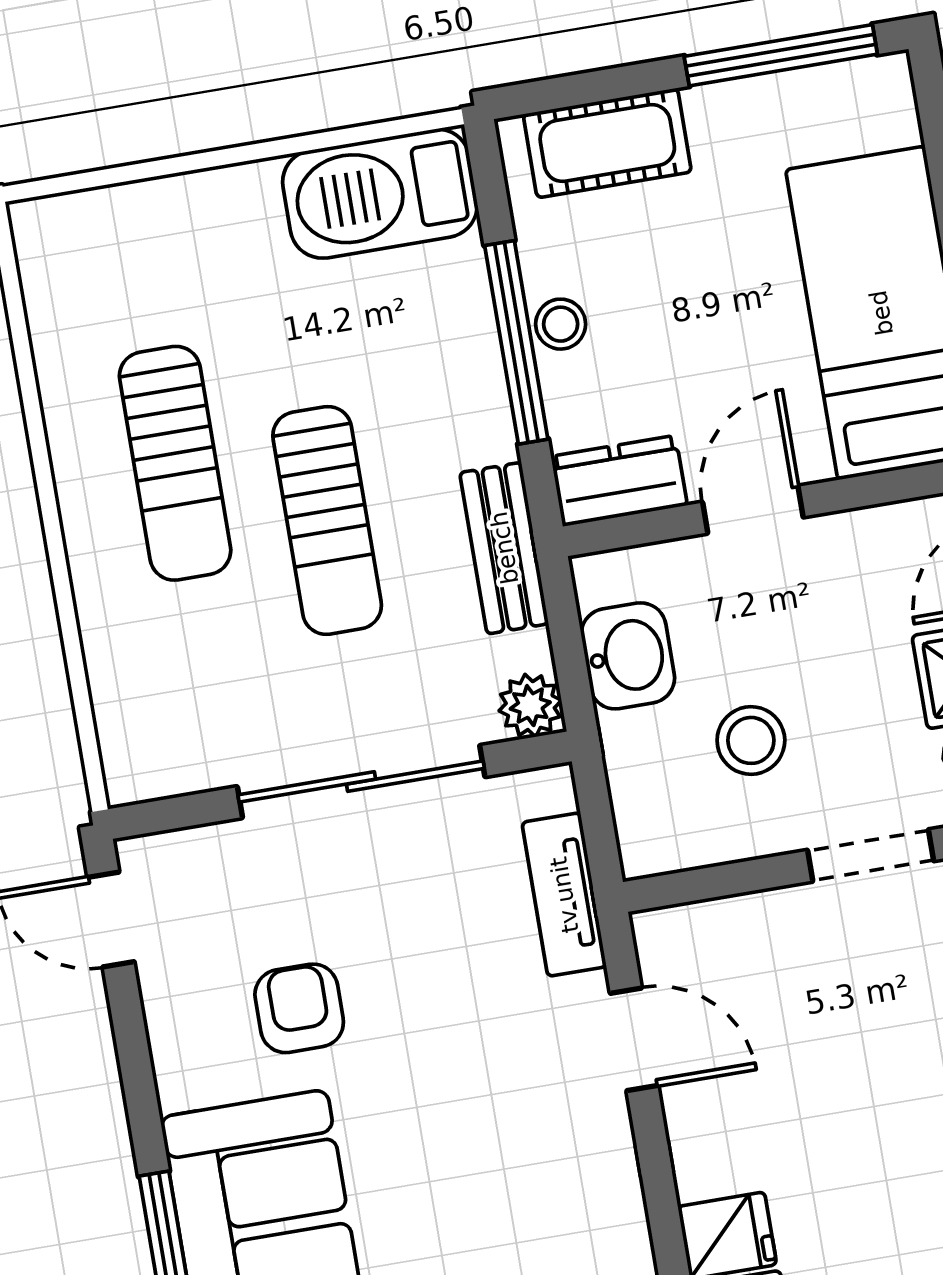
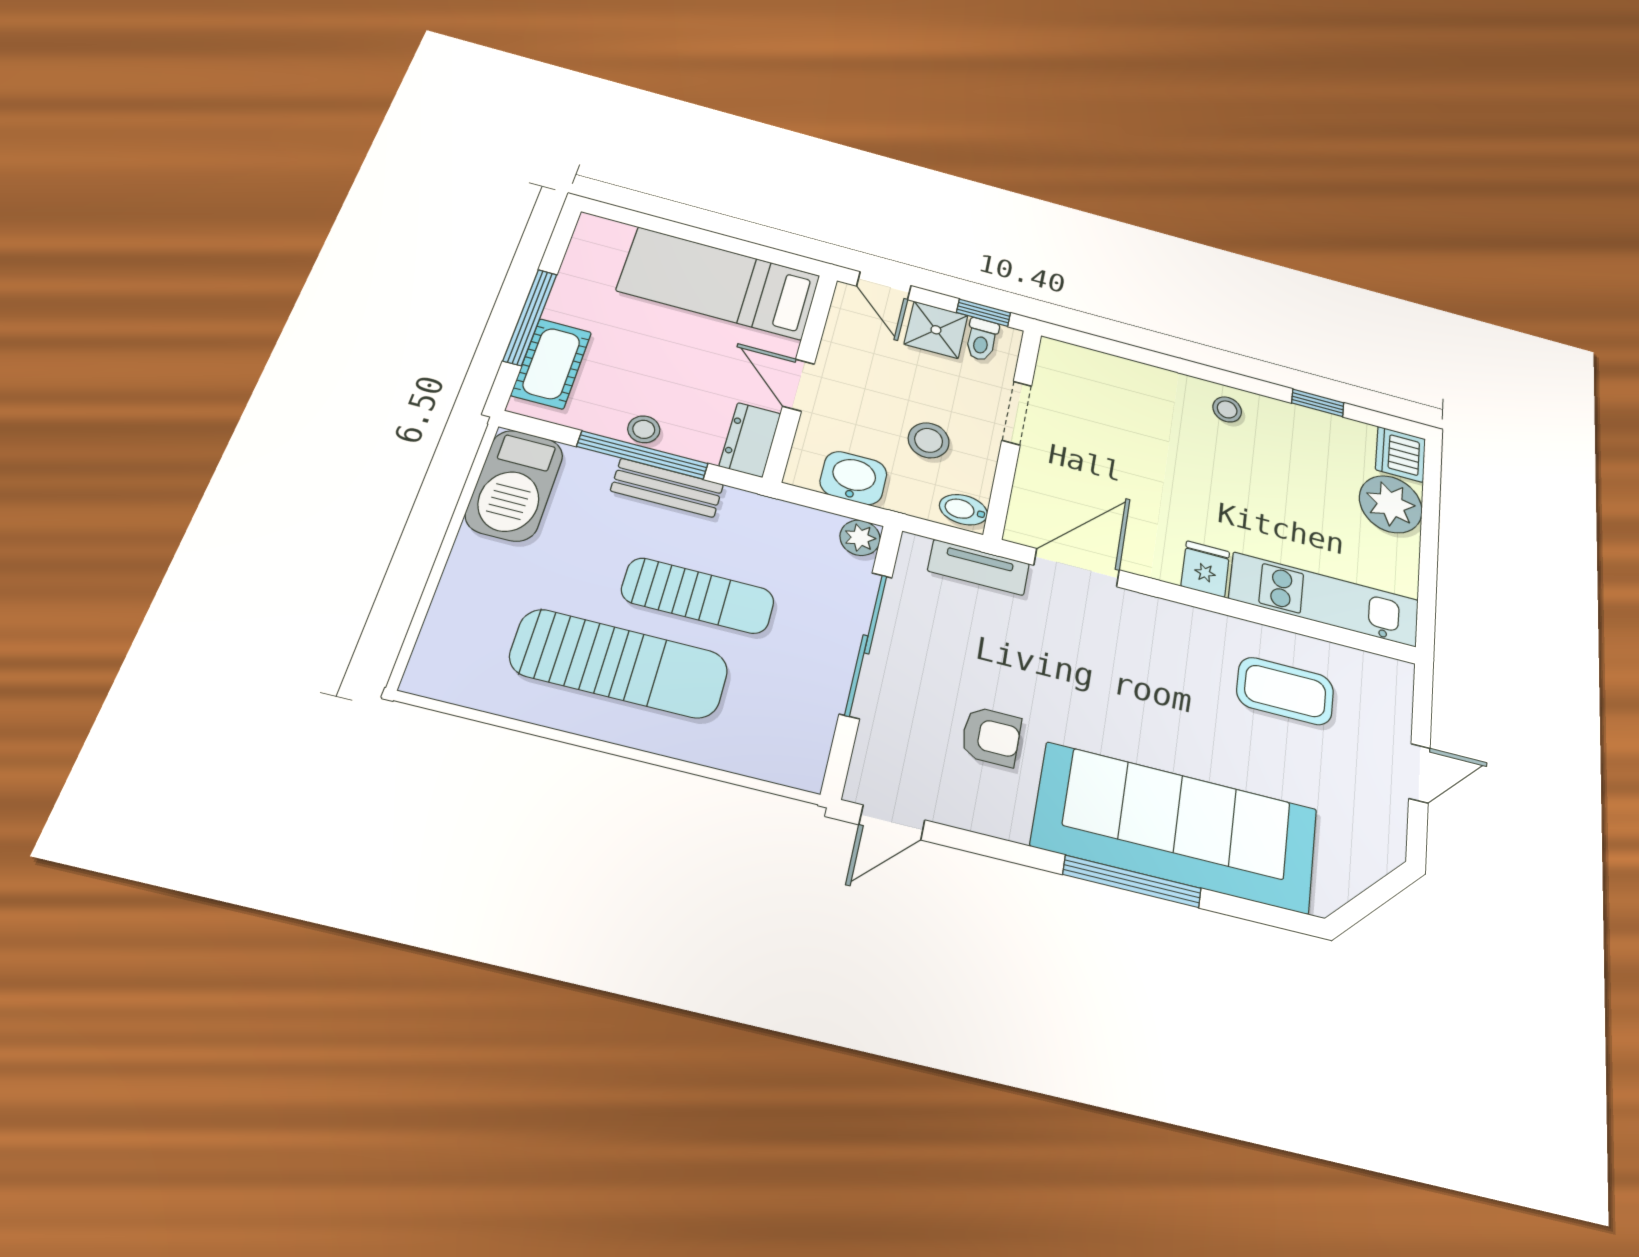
window: (781, 55) -> (530, 317), moved
sun lounger: (175, 463) -> (619, 664), width x1.36, depth x1.34
bench: (504, 548) -> (667, 488), moved
bidet: (653, 837) -> (963, 510), added
armchair: (299, 1008) -> (991, 737), turned 180
door: (634, 1039) -> (1077, 568), width x1.38

